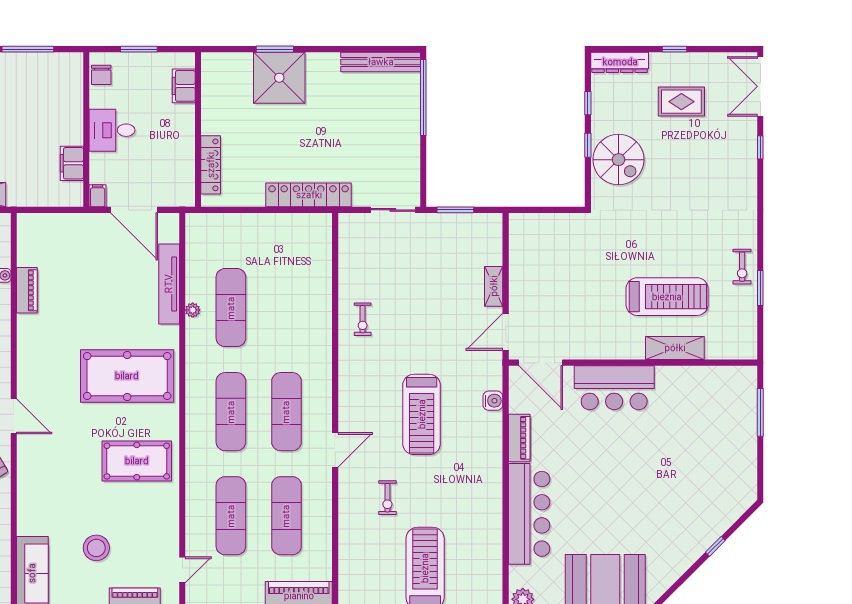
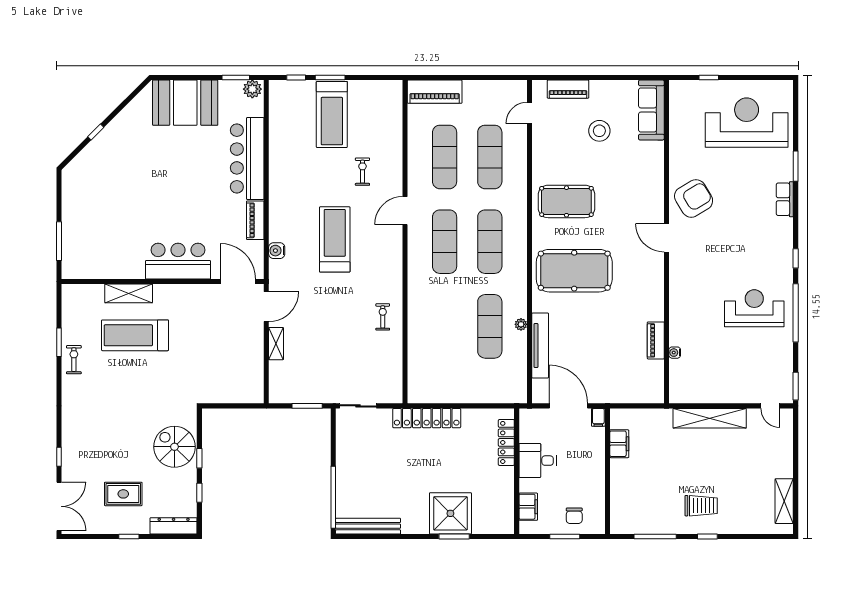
chair: (101, 75) -> (574, 516), moved, turned 180
desk: (112, 130) -> (538, 461), moved, turned 180

